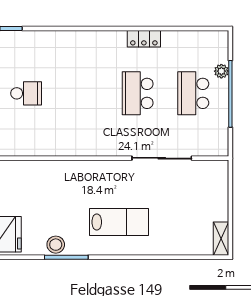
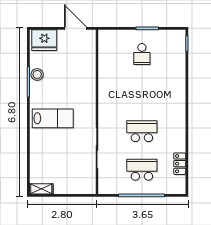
locker: (144, 39) -> (180, 164), moved
plant: (221, 71) -> (157, 189), removed
lab bench: (119, 222) -> (53, 118), turned -90

